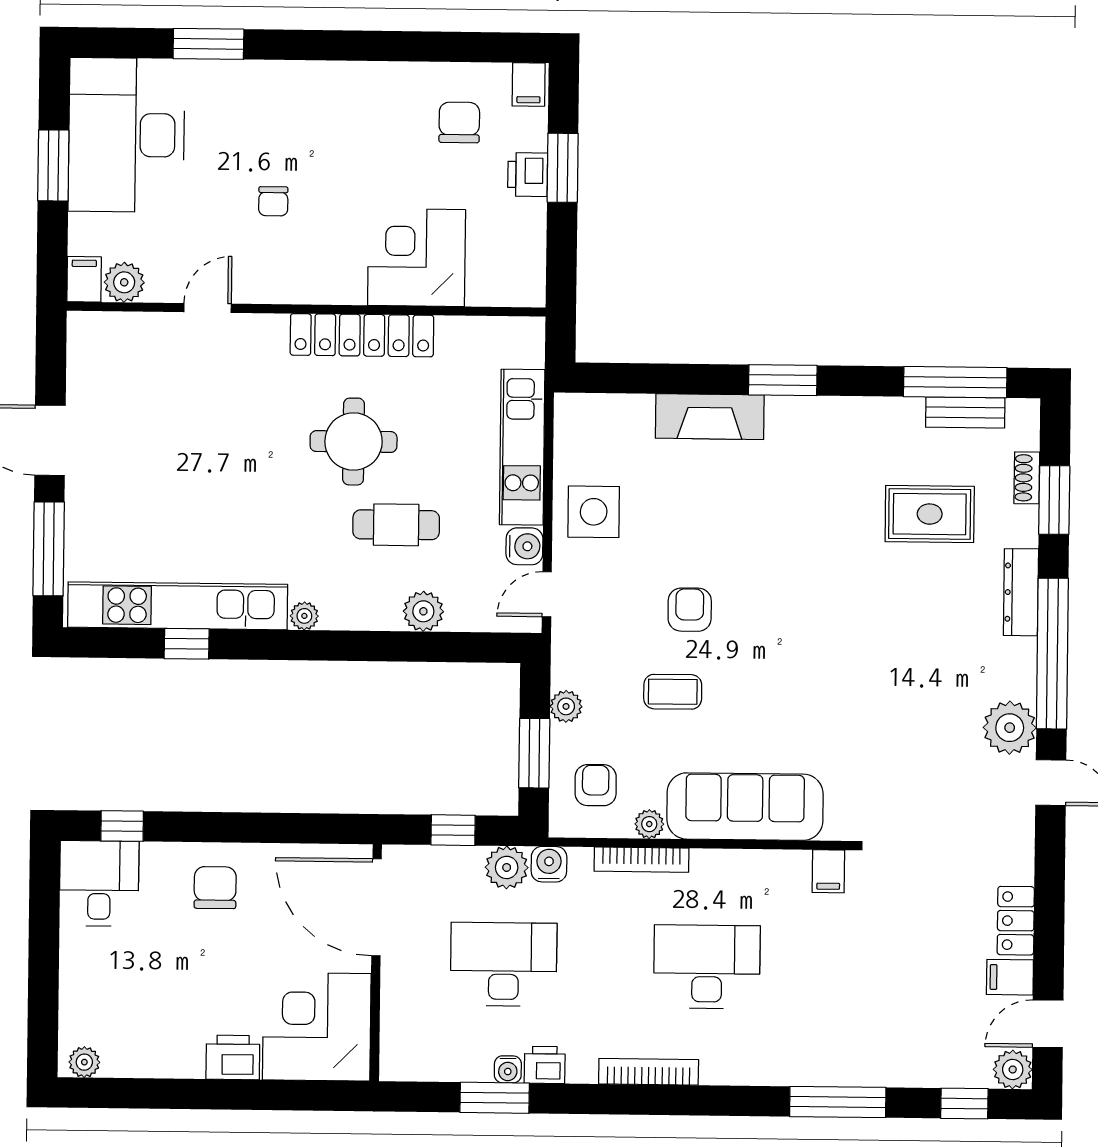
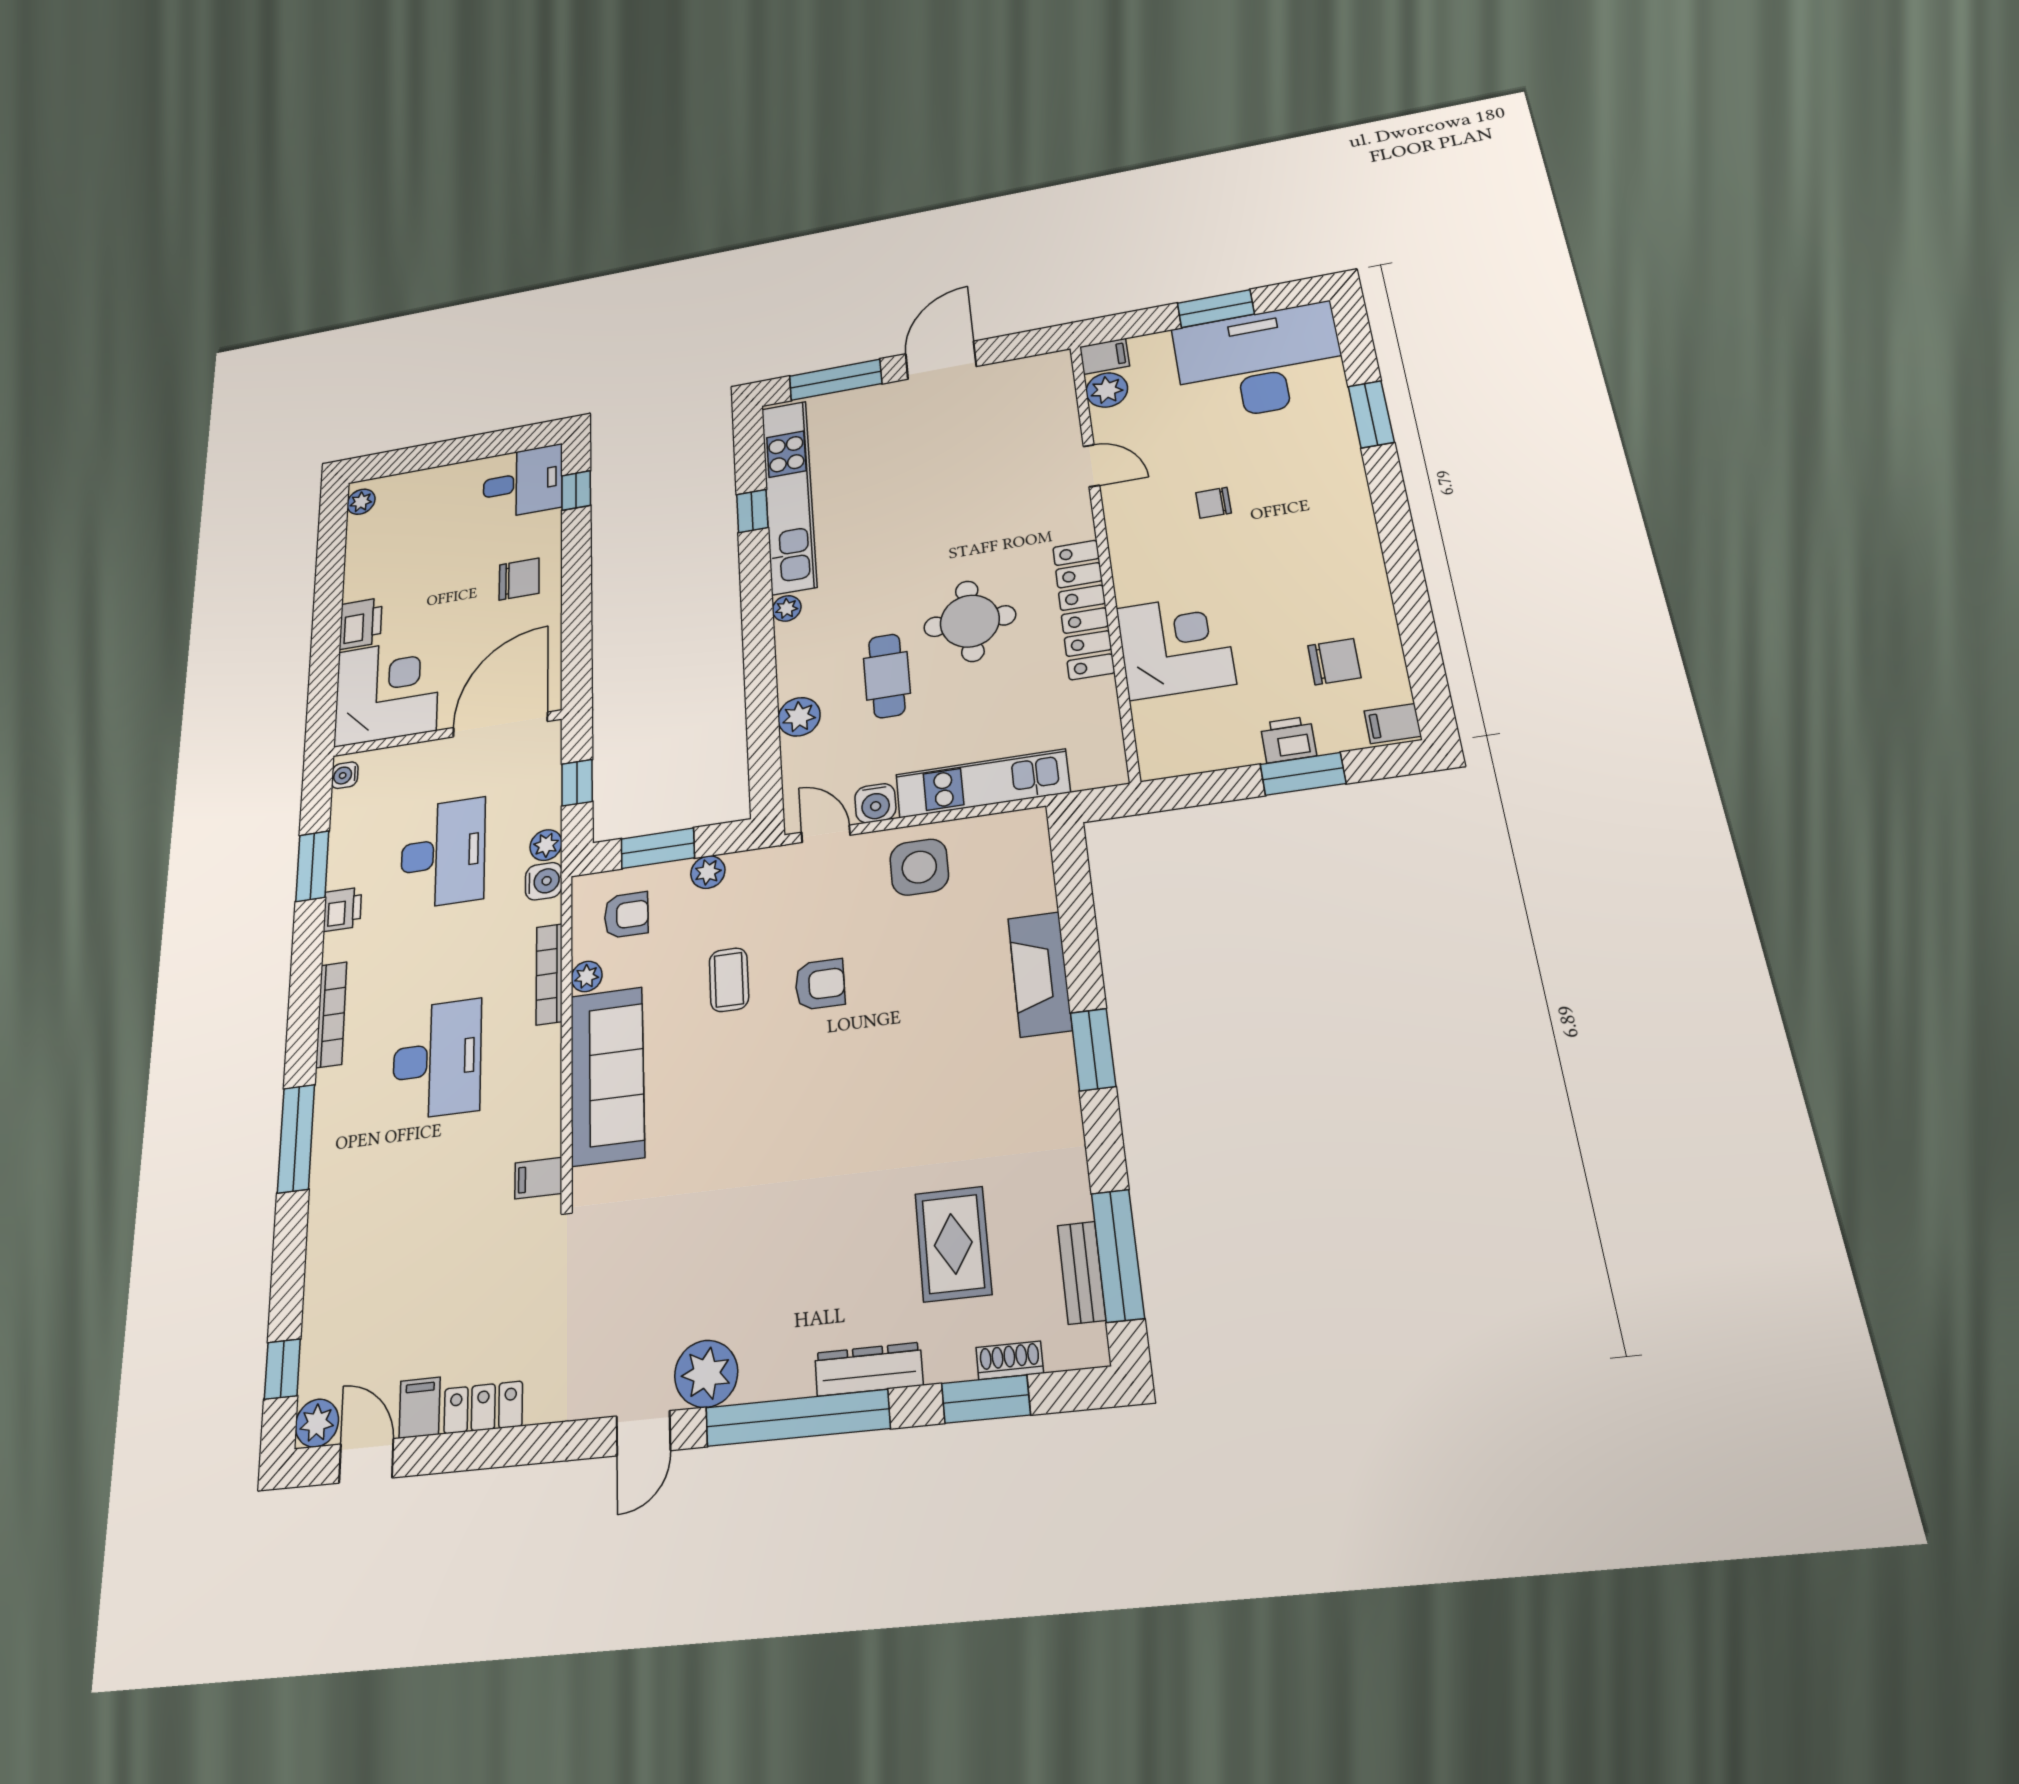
plant: (507, 867) -> (546, 845), width x0.73, depth x0.73
water cooler: (508, 1069) -> (345, 775), moved
window: (838, 1102) -> (296, 1138), moved

